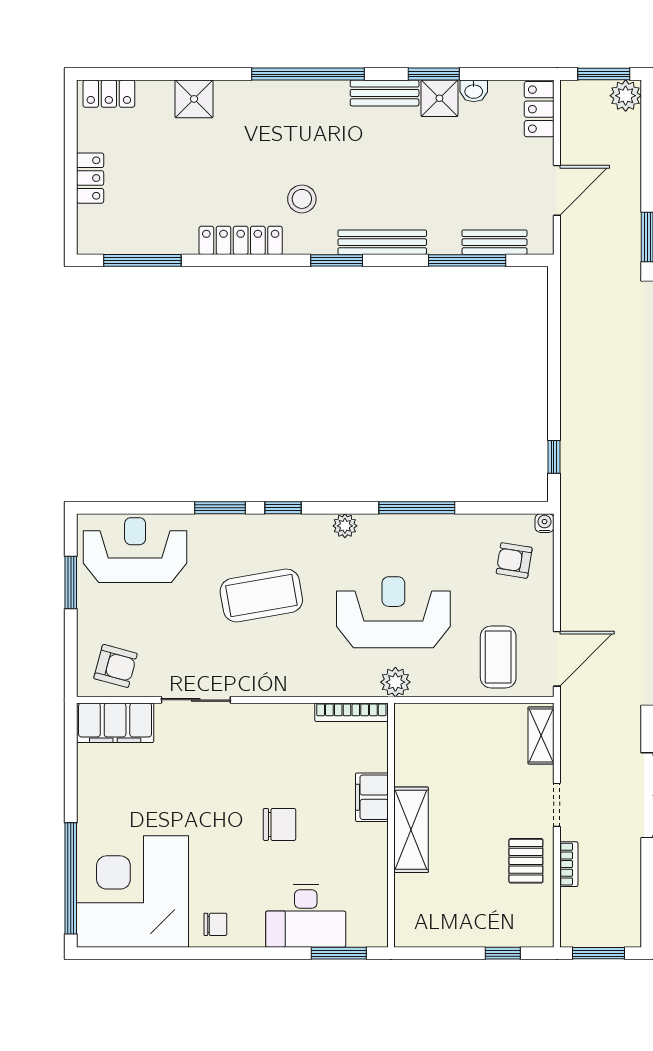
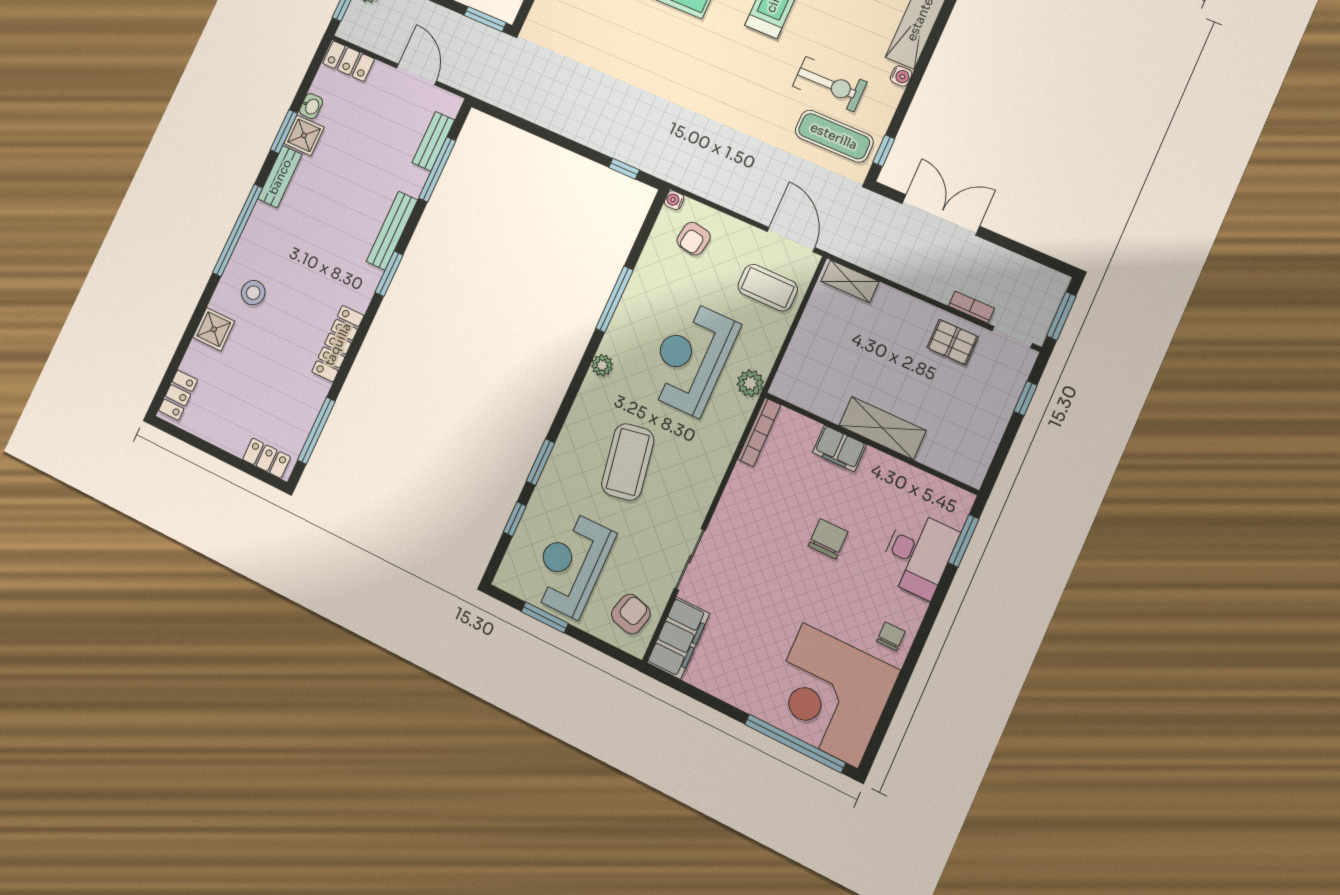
locker: (90, 178) -> (267, 458), moved
stool: (302, 199) -> (253, 293), moved
window: (283, 508) -> (515, 519), moved
reception desk: (135, 550) -> (571, 564), moved
doorway: (557, 805) -> (1012, 337), moved

